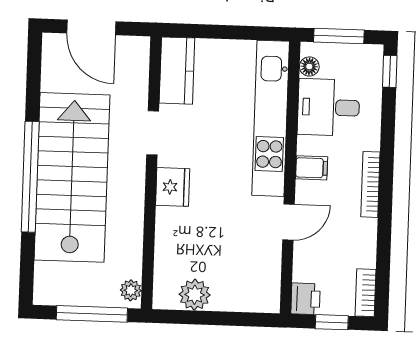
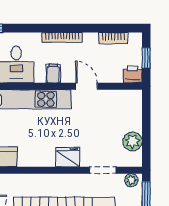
doorway: (153, 133) -> (103, 170), moved
bookcase: (366, 293) -> (113, 38), moved

